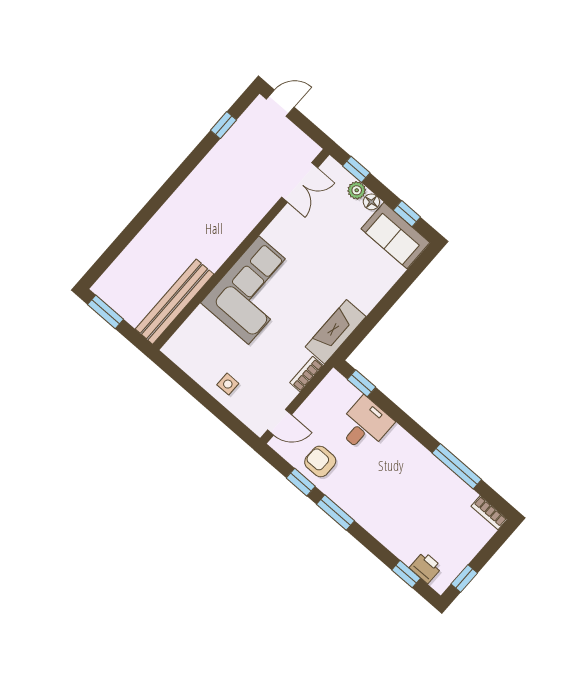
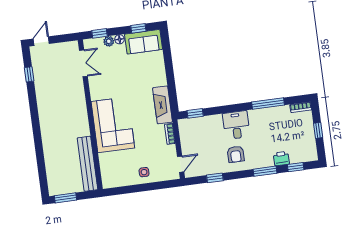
desk: (365, 425) -> (236, 125), moved
armchair: (320, 461) -> (236, 154), moved, turned -90
window: (336, 512) -> (265, 171), moved
printer: (426, 567) -> (281, 159), moved
window: (464, 578) -> (318, 130), moved

